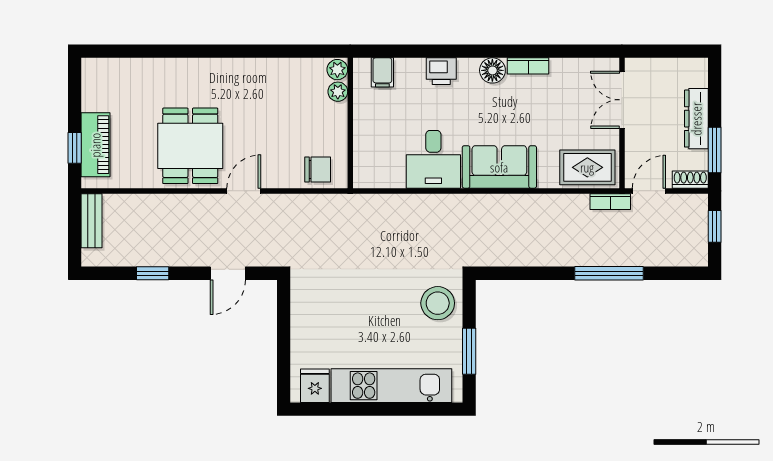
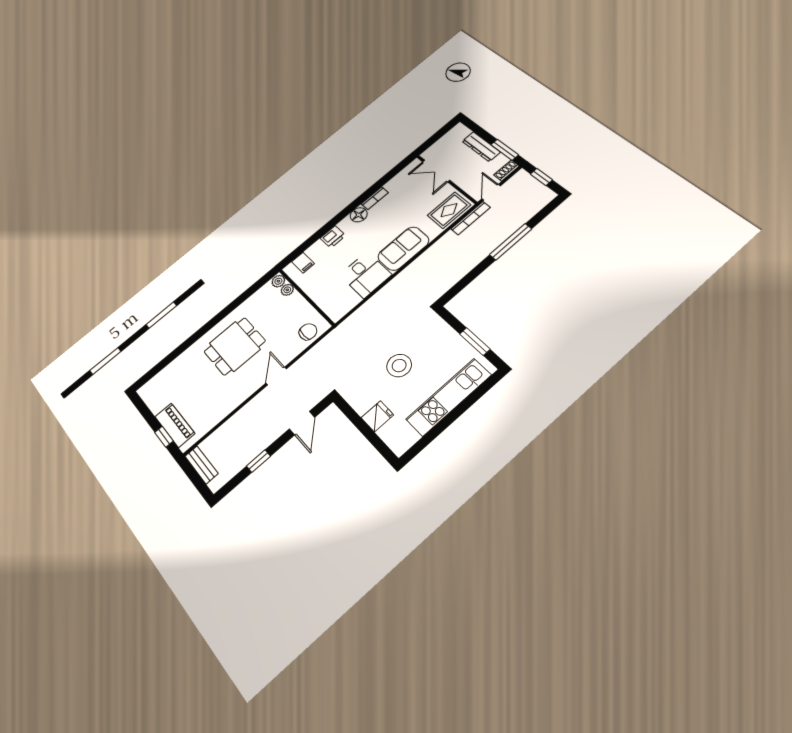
dining table: (190, 146) -> (235, 346), moved, turned 90
bookcase: (610, 202) -> (471, 218), width x1.56
stool: (438, 303) -> (399, 366), moved
fridge: (315, 386) -> (377, 416), moved, turned 90

